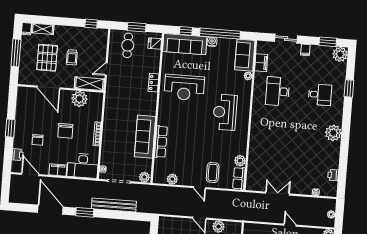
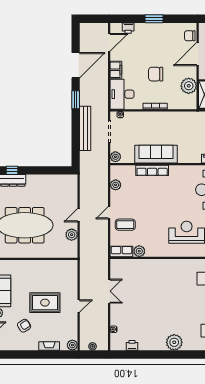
chair: (38, 140) -> (190, 36), moved

